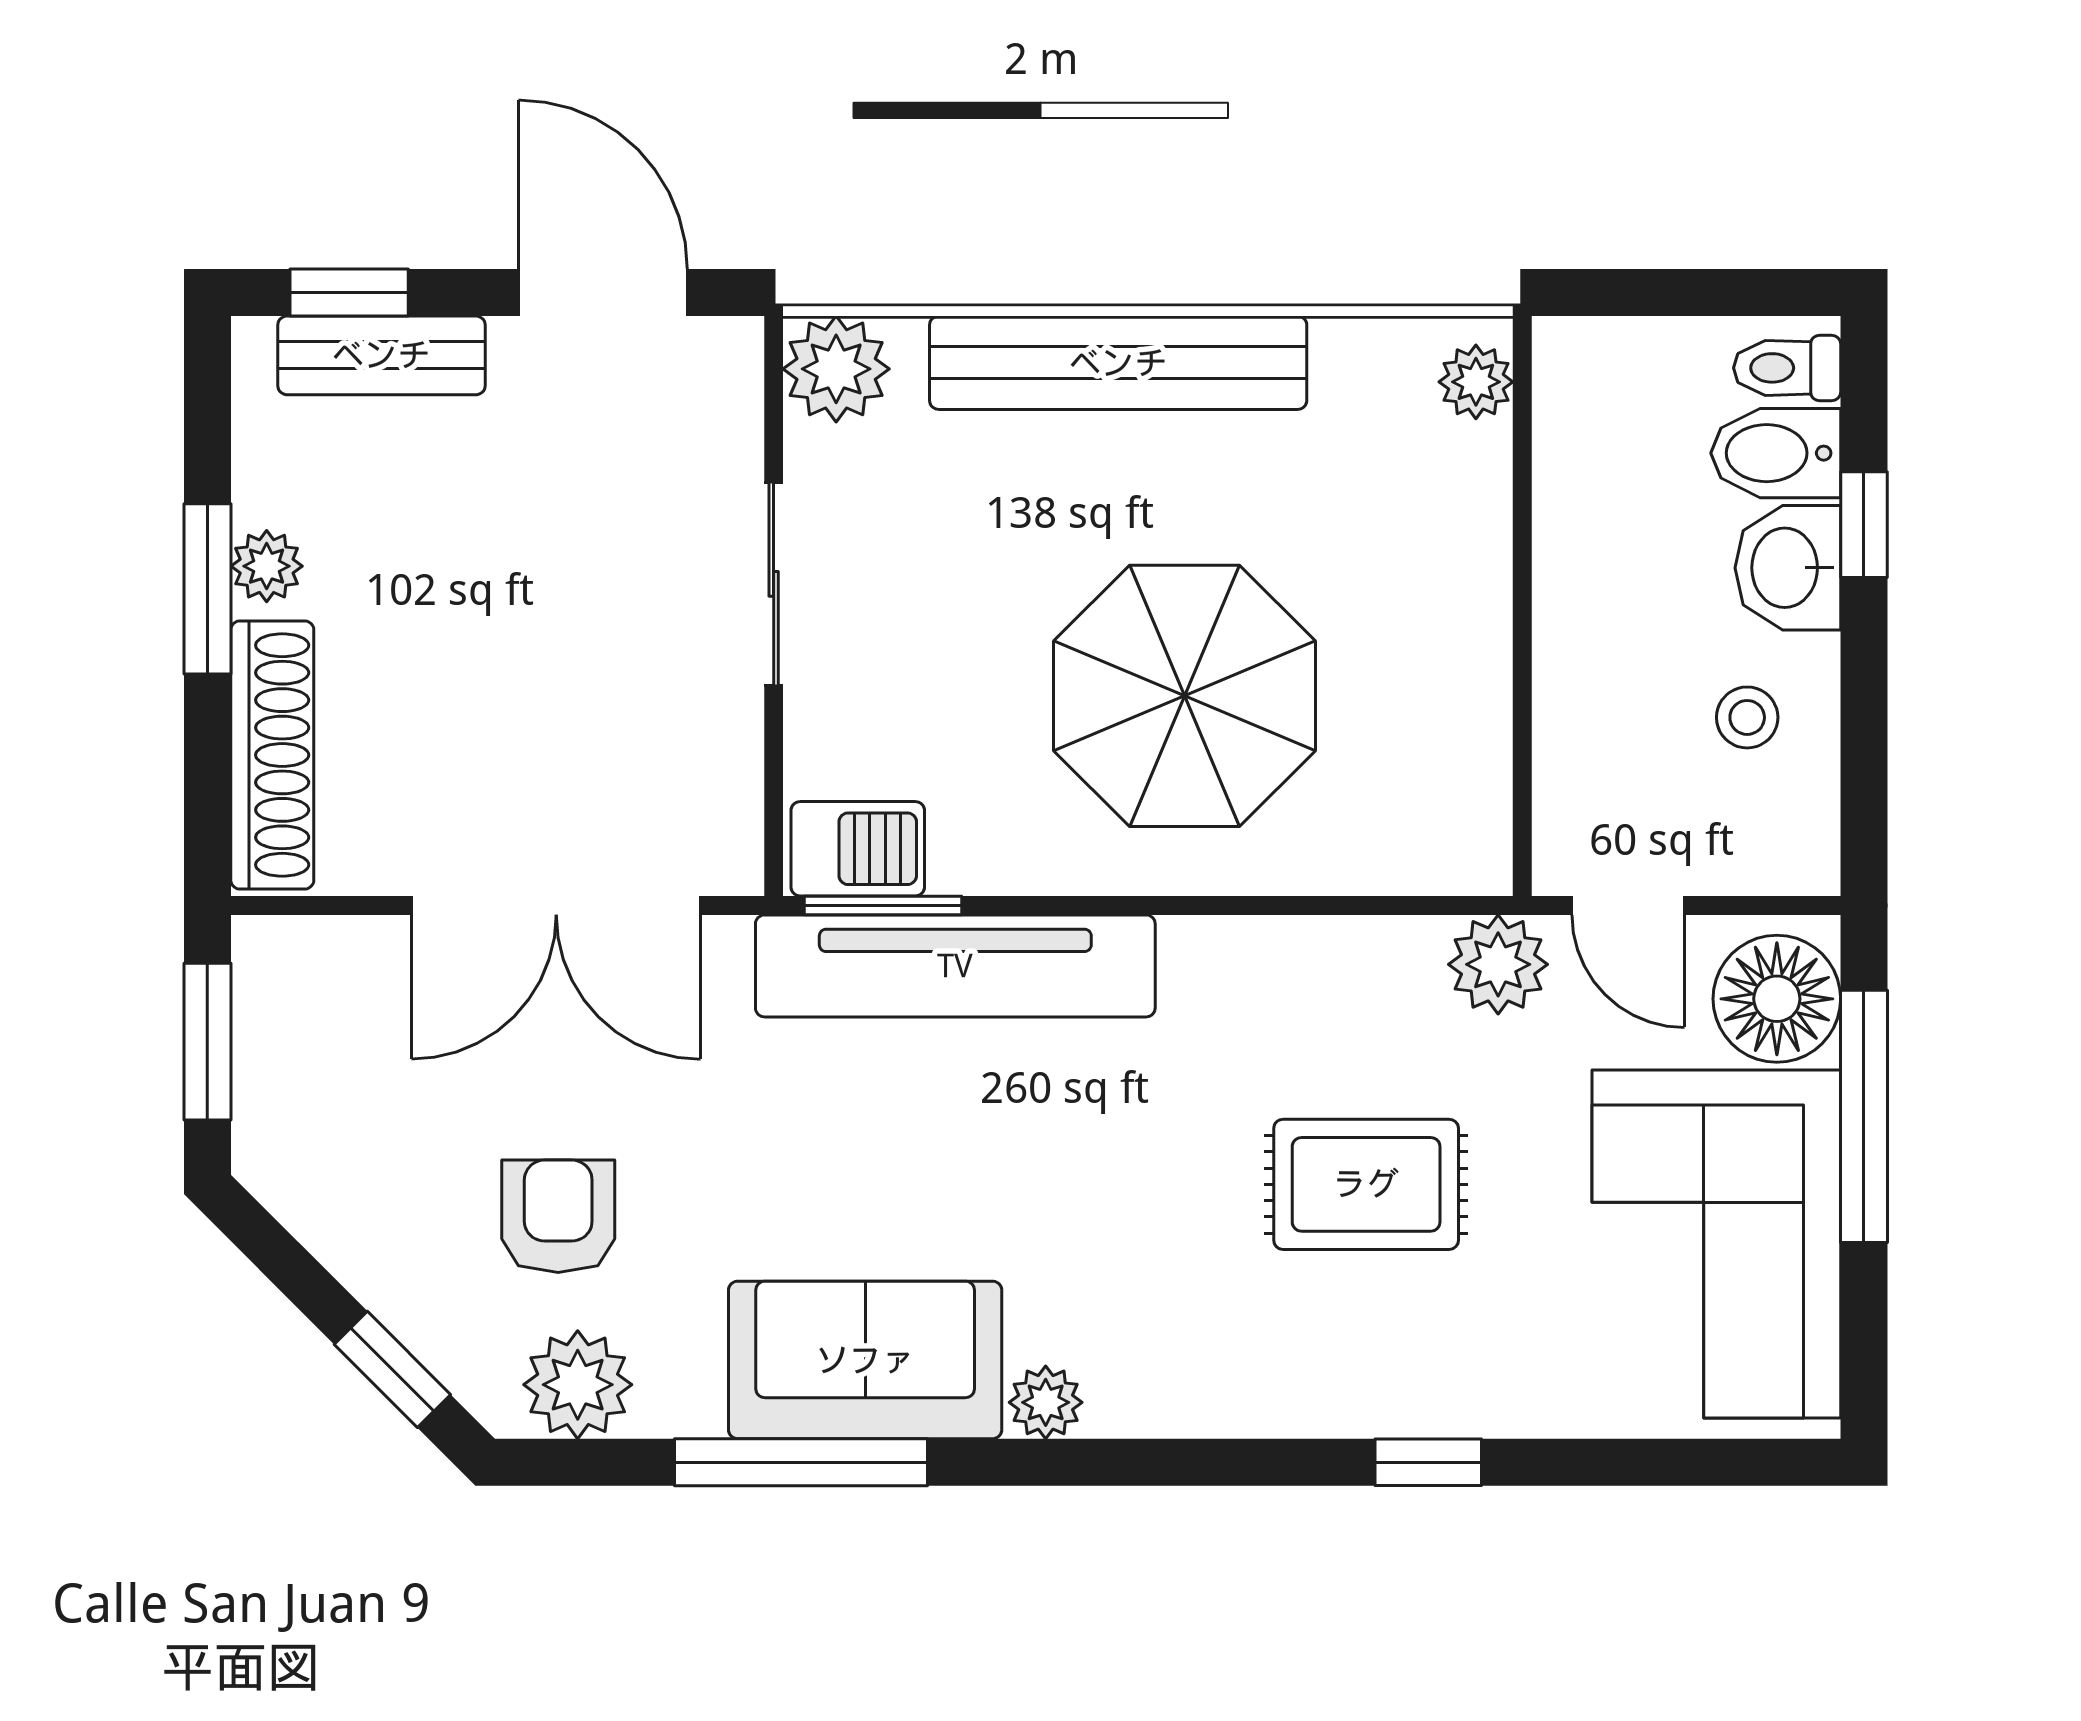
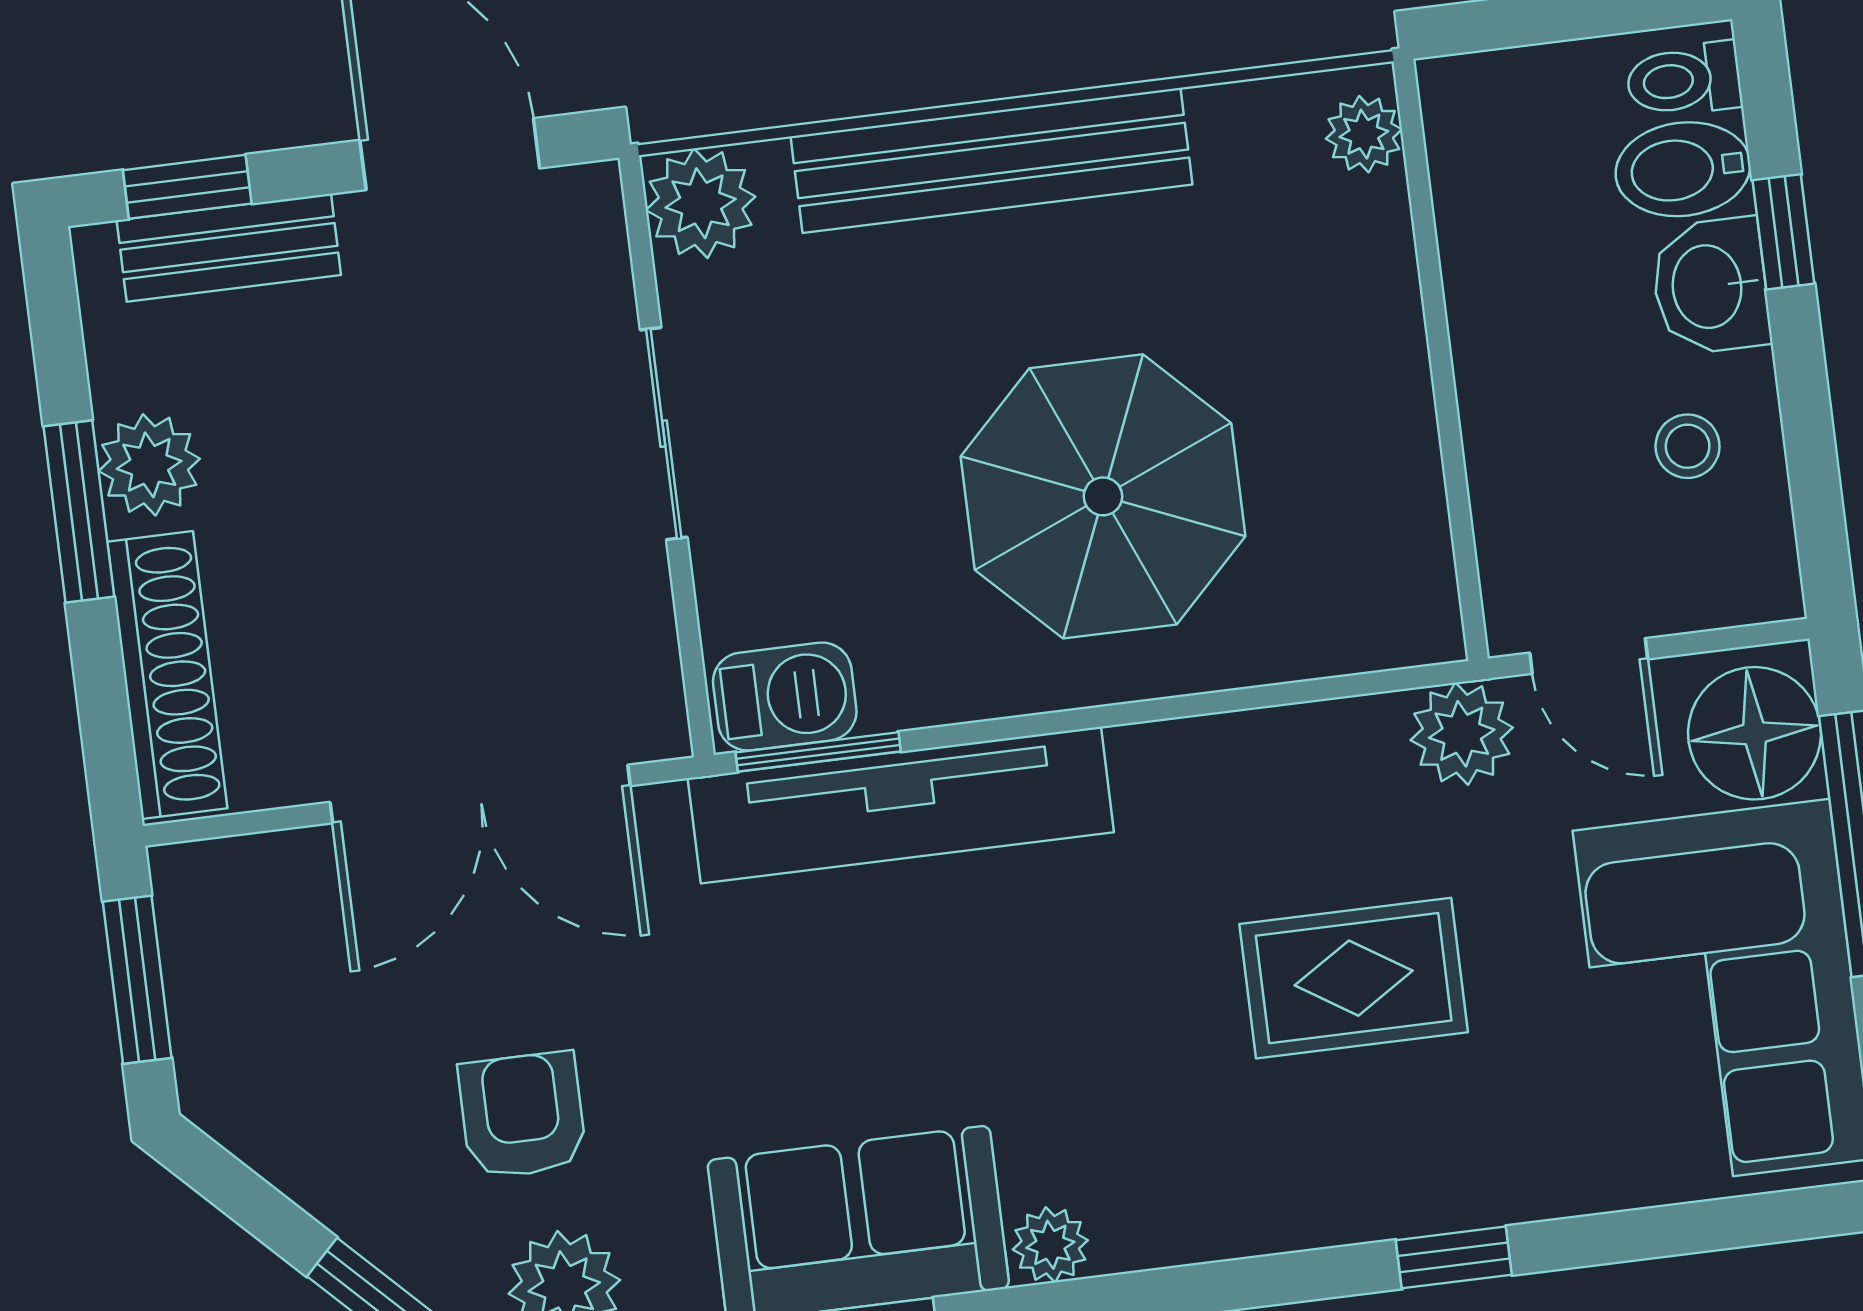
plant: (267, 566) -> (149, 465), width x1.38, depth x1.38

